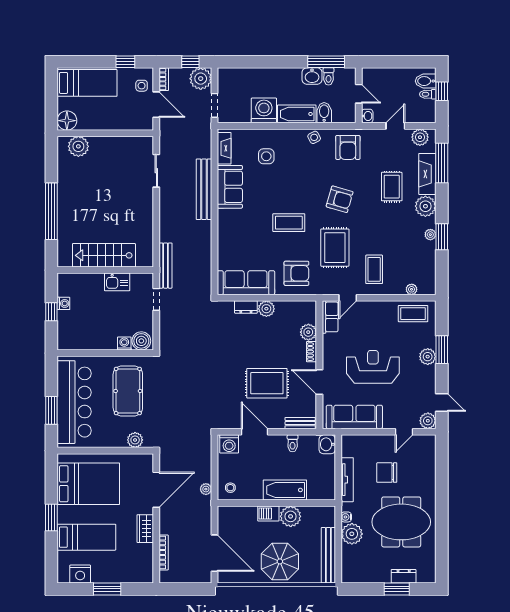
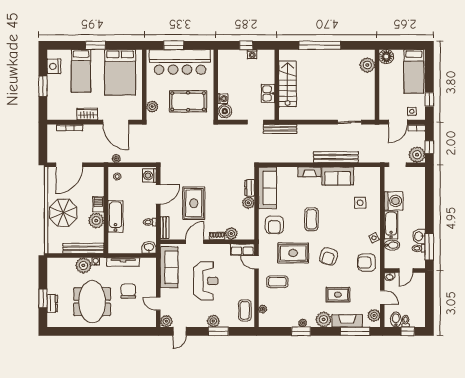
bidet: (426, 81) -> (396, 320), moved
fireplace: (224, 148) -> (309, 172), moved
bench: (328, 555) -> (83, 248), moved

